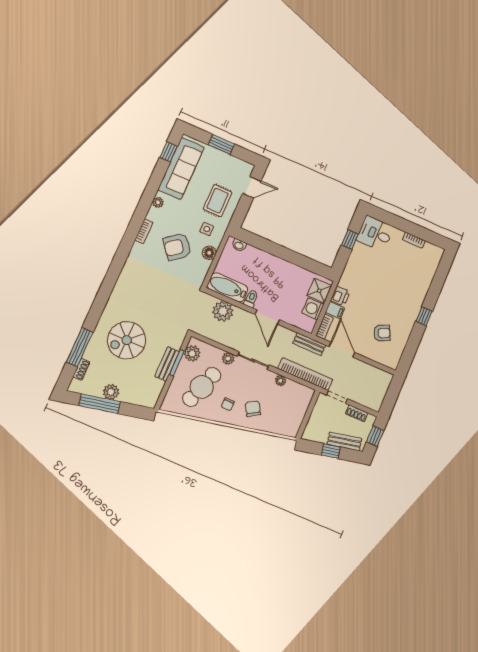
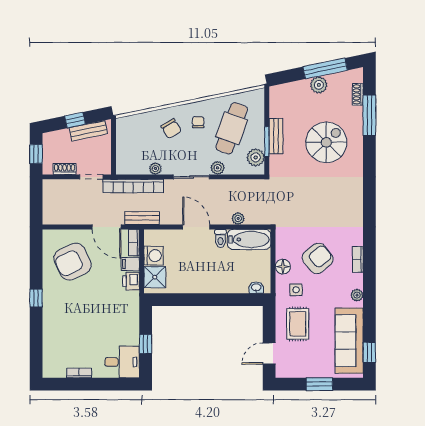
plant: (223, 311) -> (238, 219), width x0.53, depth x0.53
armchair: (382, 333) -> (72, 262), width x1.88, depth x1.88
bench: (344, 441) -> (88, 131), moved

